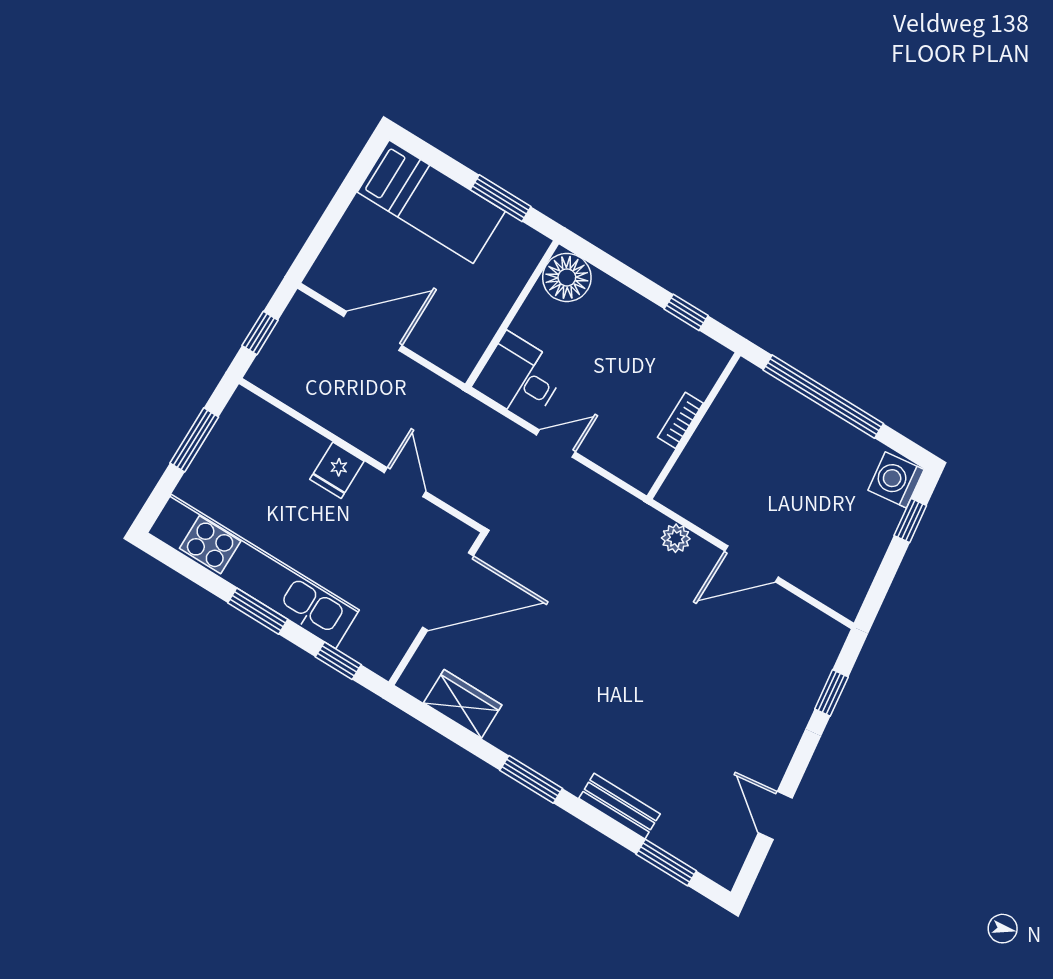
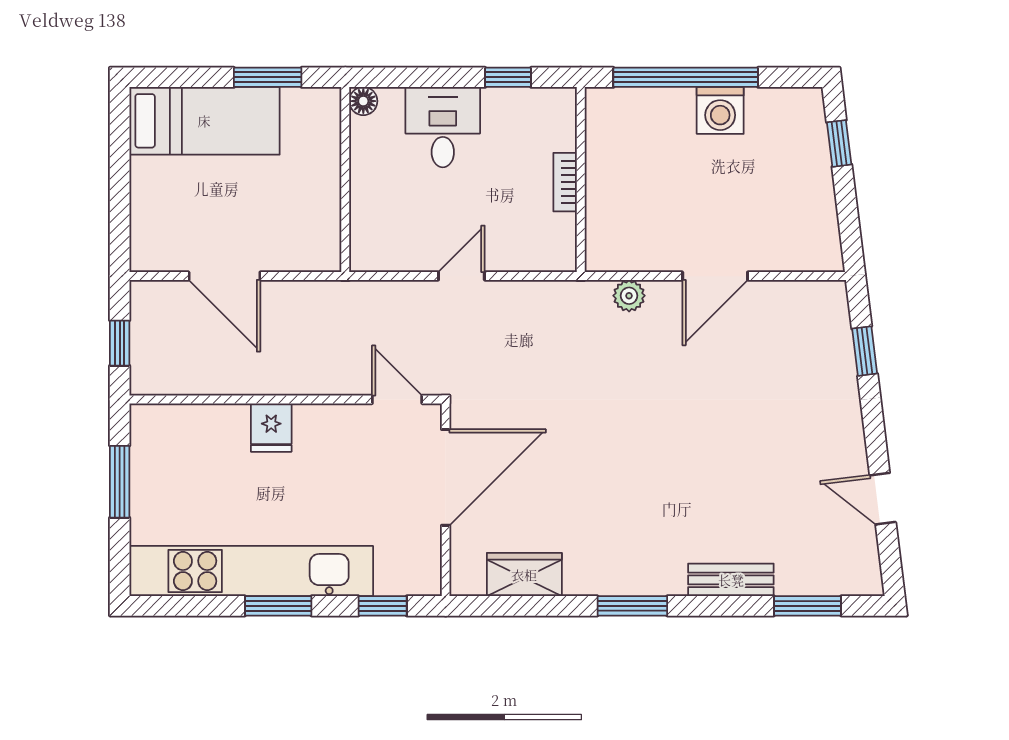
floor lamp: (567, 277) -> (363, 101), width x0.53, depth x0.53
door: (373, 331) -> (224, 276), swing flipped
desk: (520, 378) -> (443, 127), moved, turned 90
washing machine: (896, 480) -> (720, 110), moved, turned -83
door: (405, 482) -> (397, 399), moved

